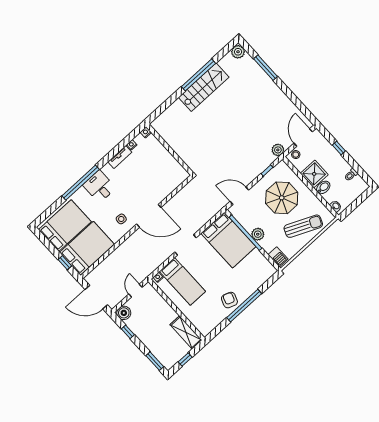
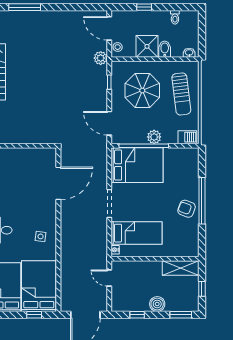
door: (239, 196) -> (109, 123), hinge flipped
door: (149, 216) -> (58, 183), moved
sun lounger: (303, 226) -> (181, 94), turned 149
boiler: (124, 313) -> (157, 304), moved

